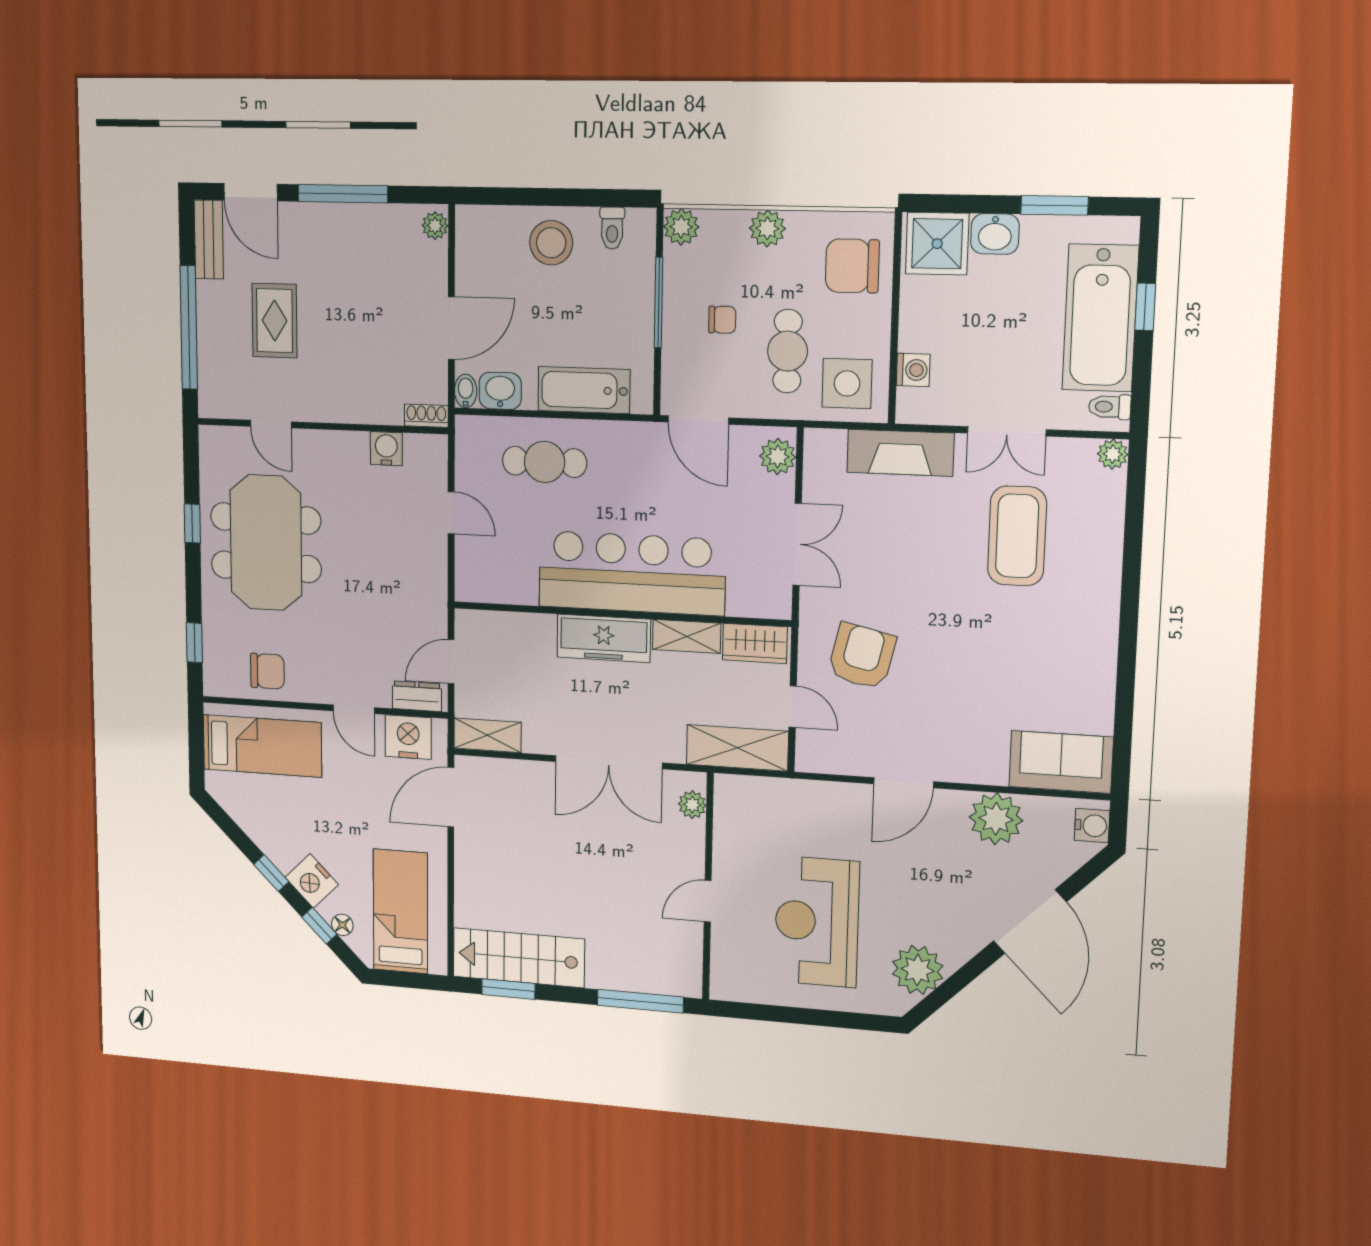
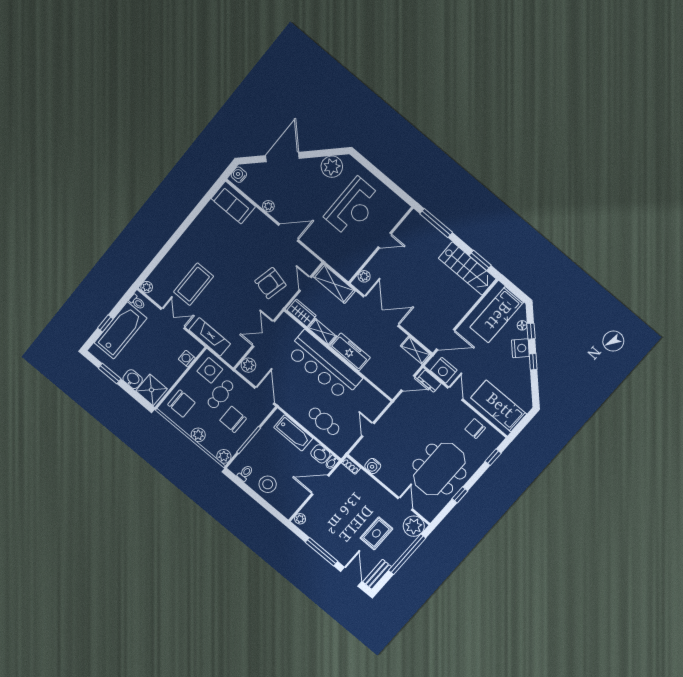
chair: (722, 320) -> (233, 419), width x1.87, depth x1.87
plant: (222, 393) -> (414, 526), added
plant: (996, 819) -> (268, 206), width x0.53, depth x0.53

